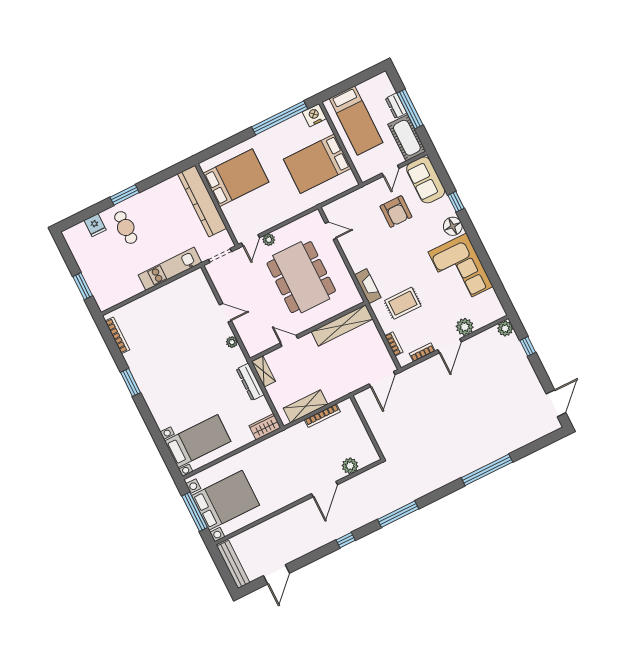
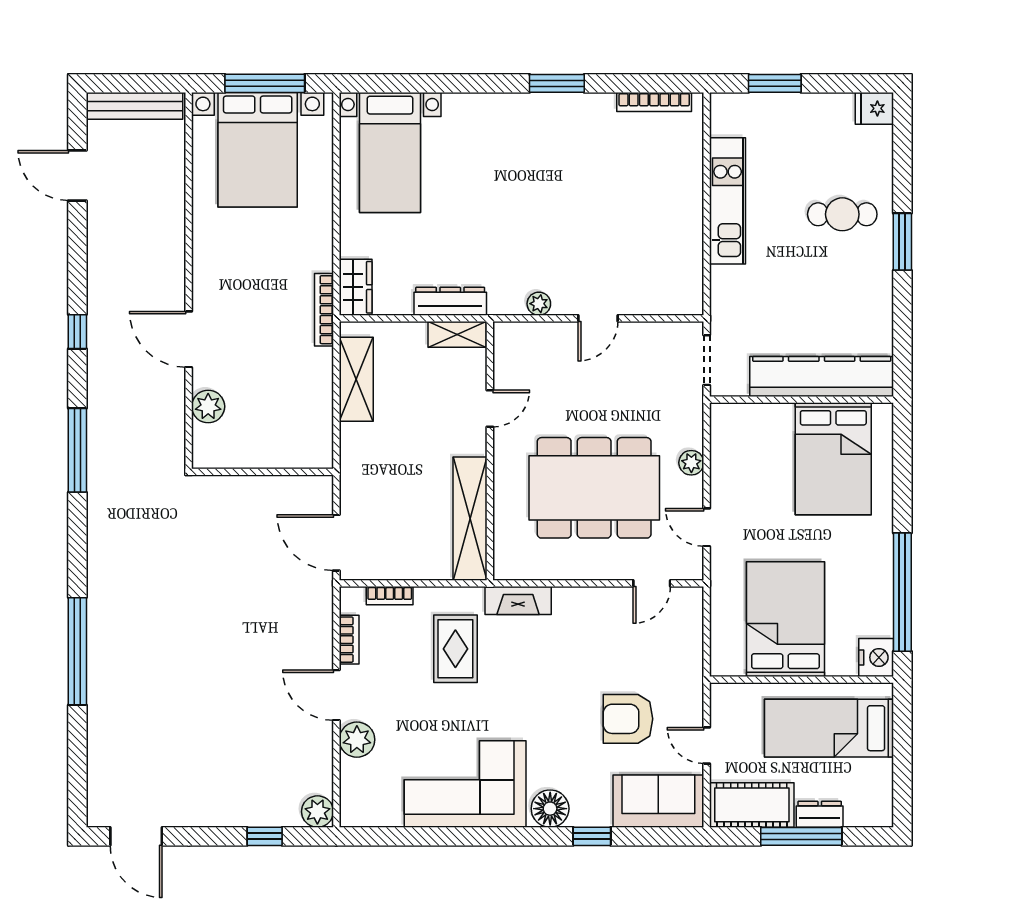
fridge: (95, 225) -> (874, 108), moved
door: (250, 240) -> (707, 527), moved
kitchen unit: (170, 269) -> (728, 201), moved
bookcase: (322, 416) -> (324, 310), moved

